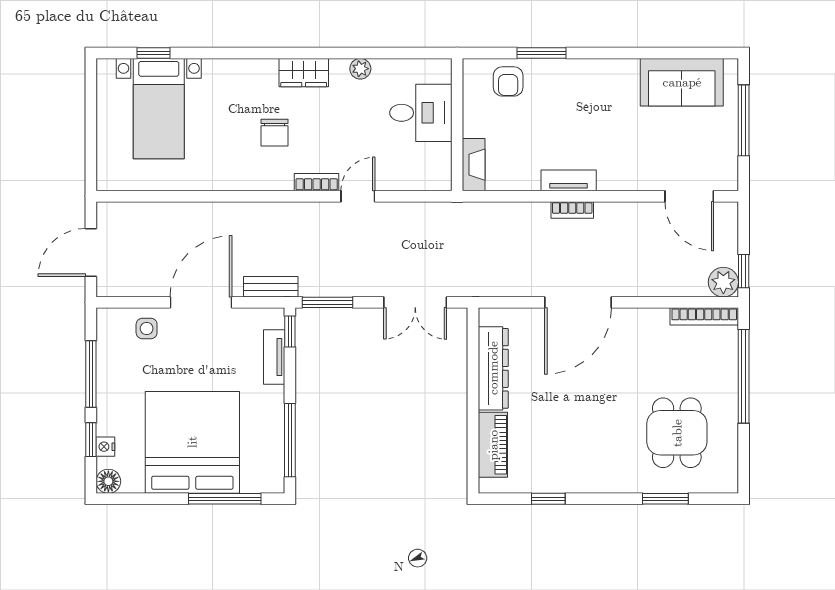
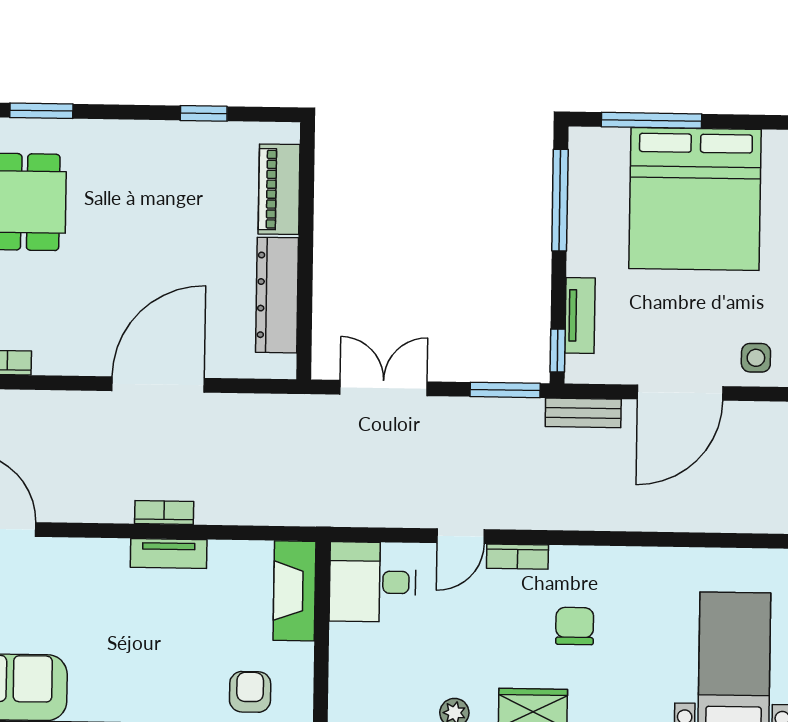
desk: (421, 113) -> (373, 582), moved
fireplace: (474, 165) -> (294, 591), width x1.37, depth x1.32

